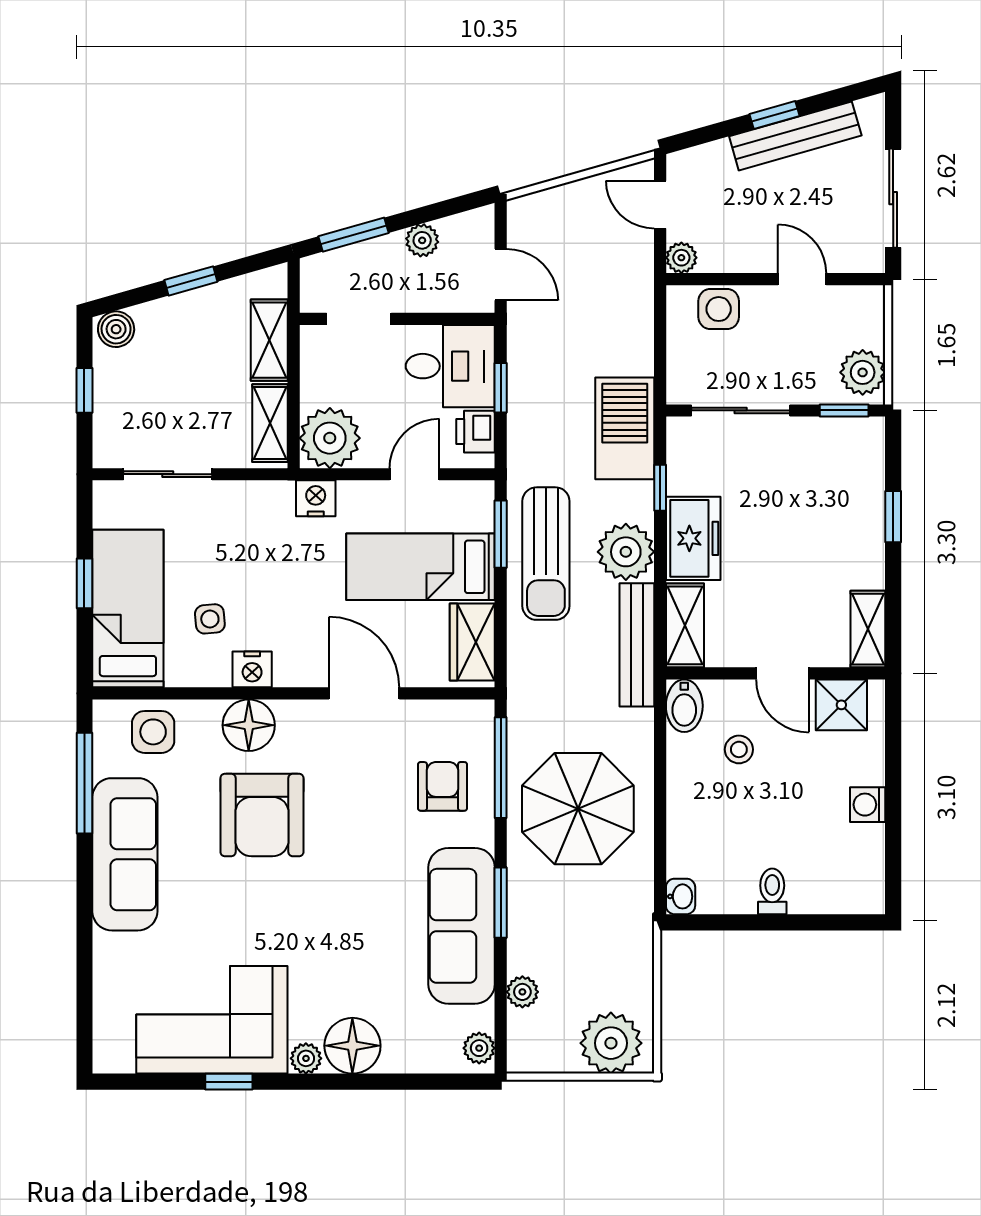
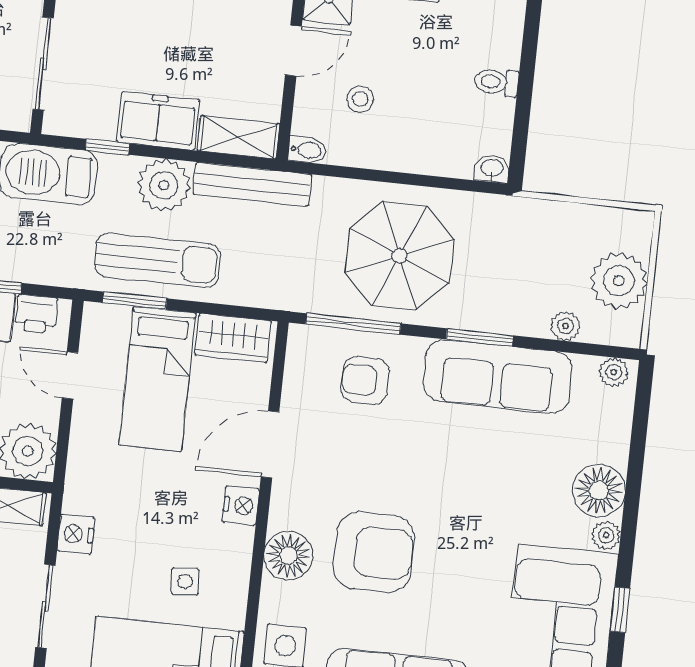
nightstand: (316, 498) -> (76, 534), moved
nightstand: (252, 669) -> (241, 505), moved
bidet: (684, 706) -> (307, 150), width x0.72, depth x0.74
plant: (611, 1043) -> (619, 281), moved

